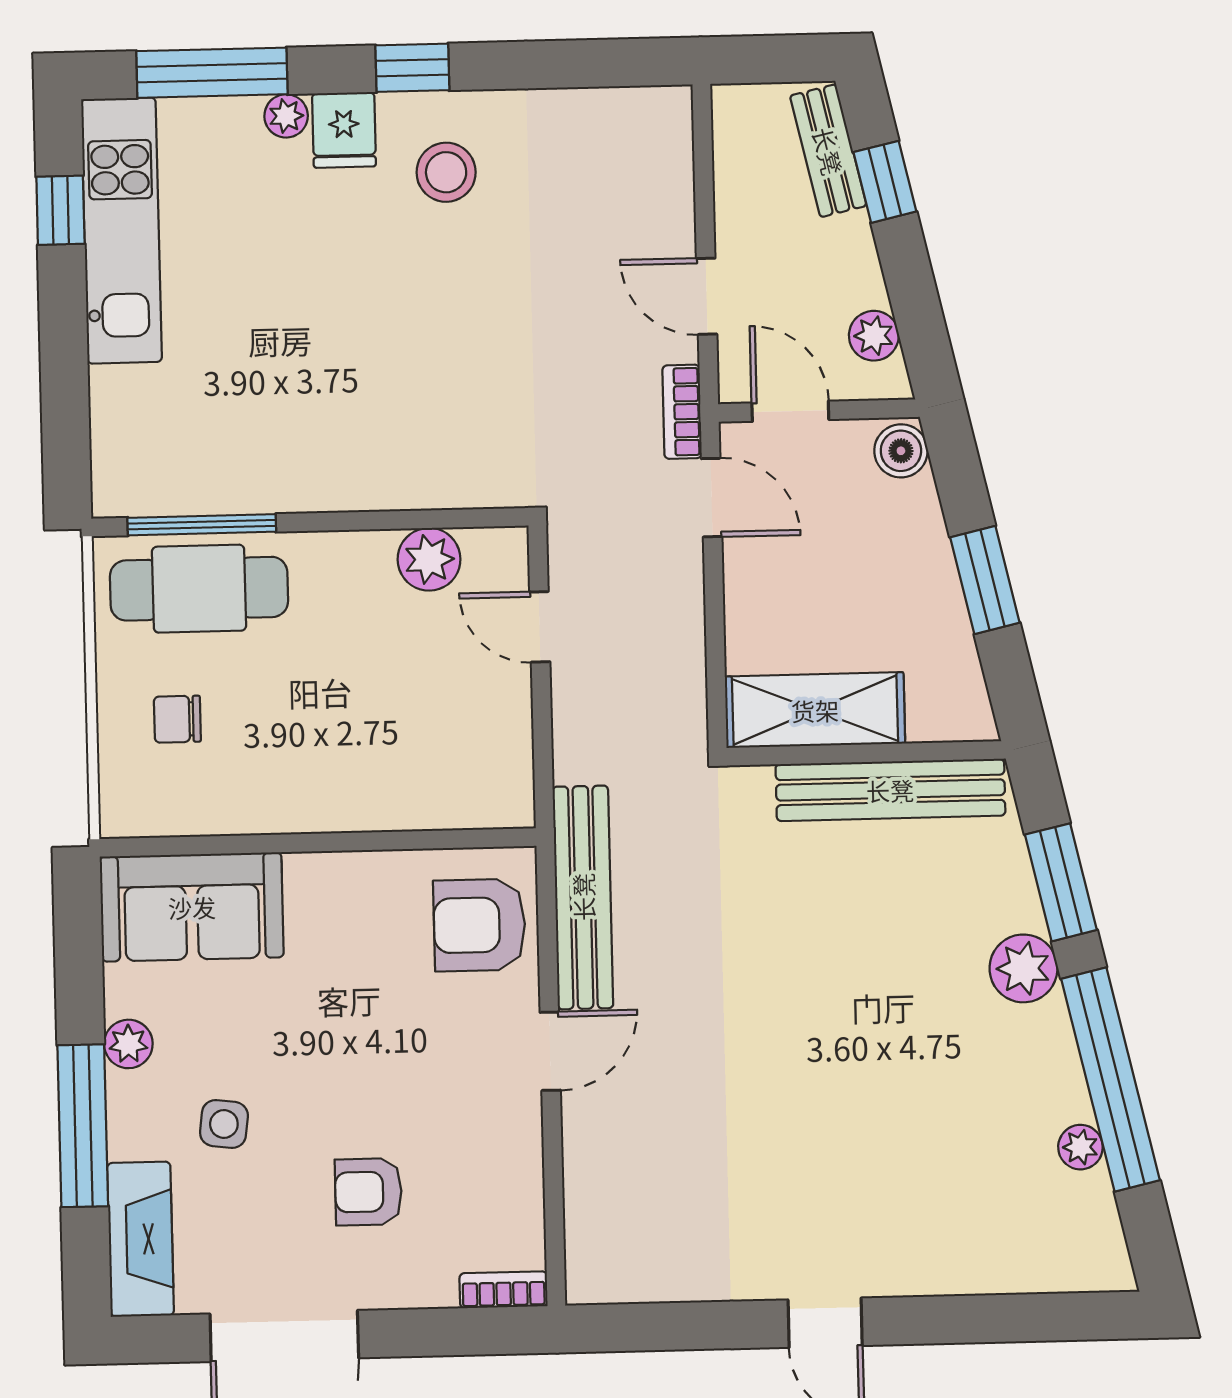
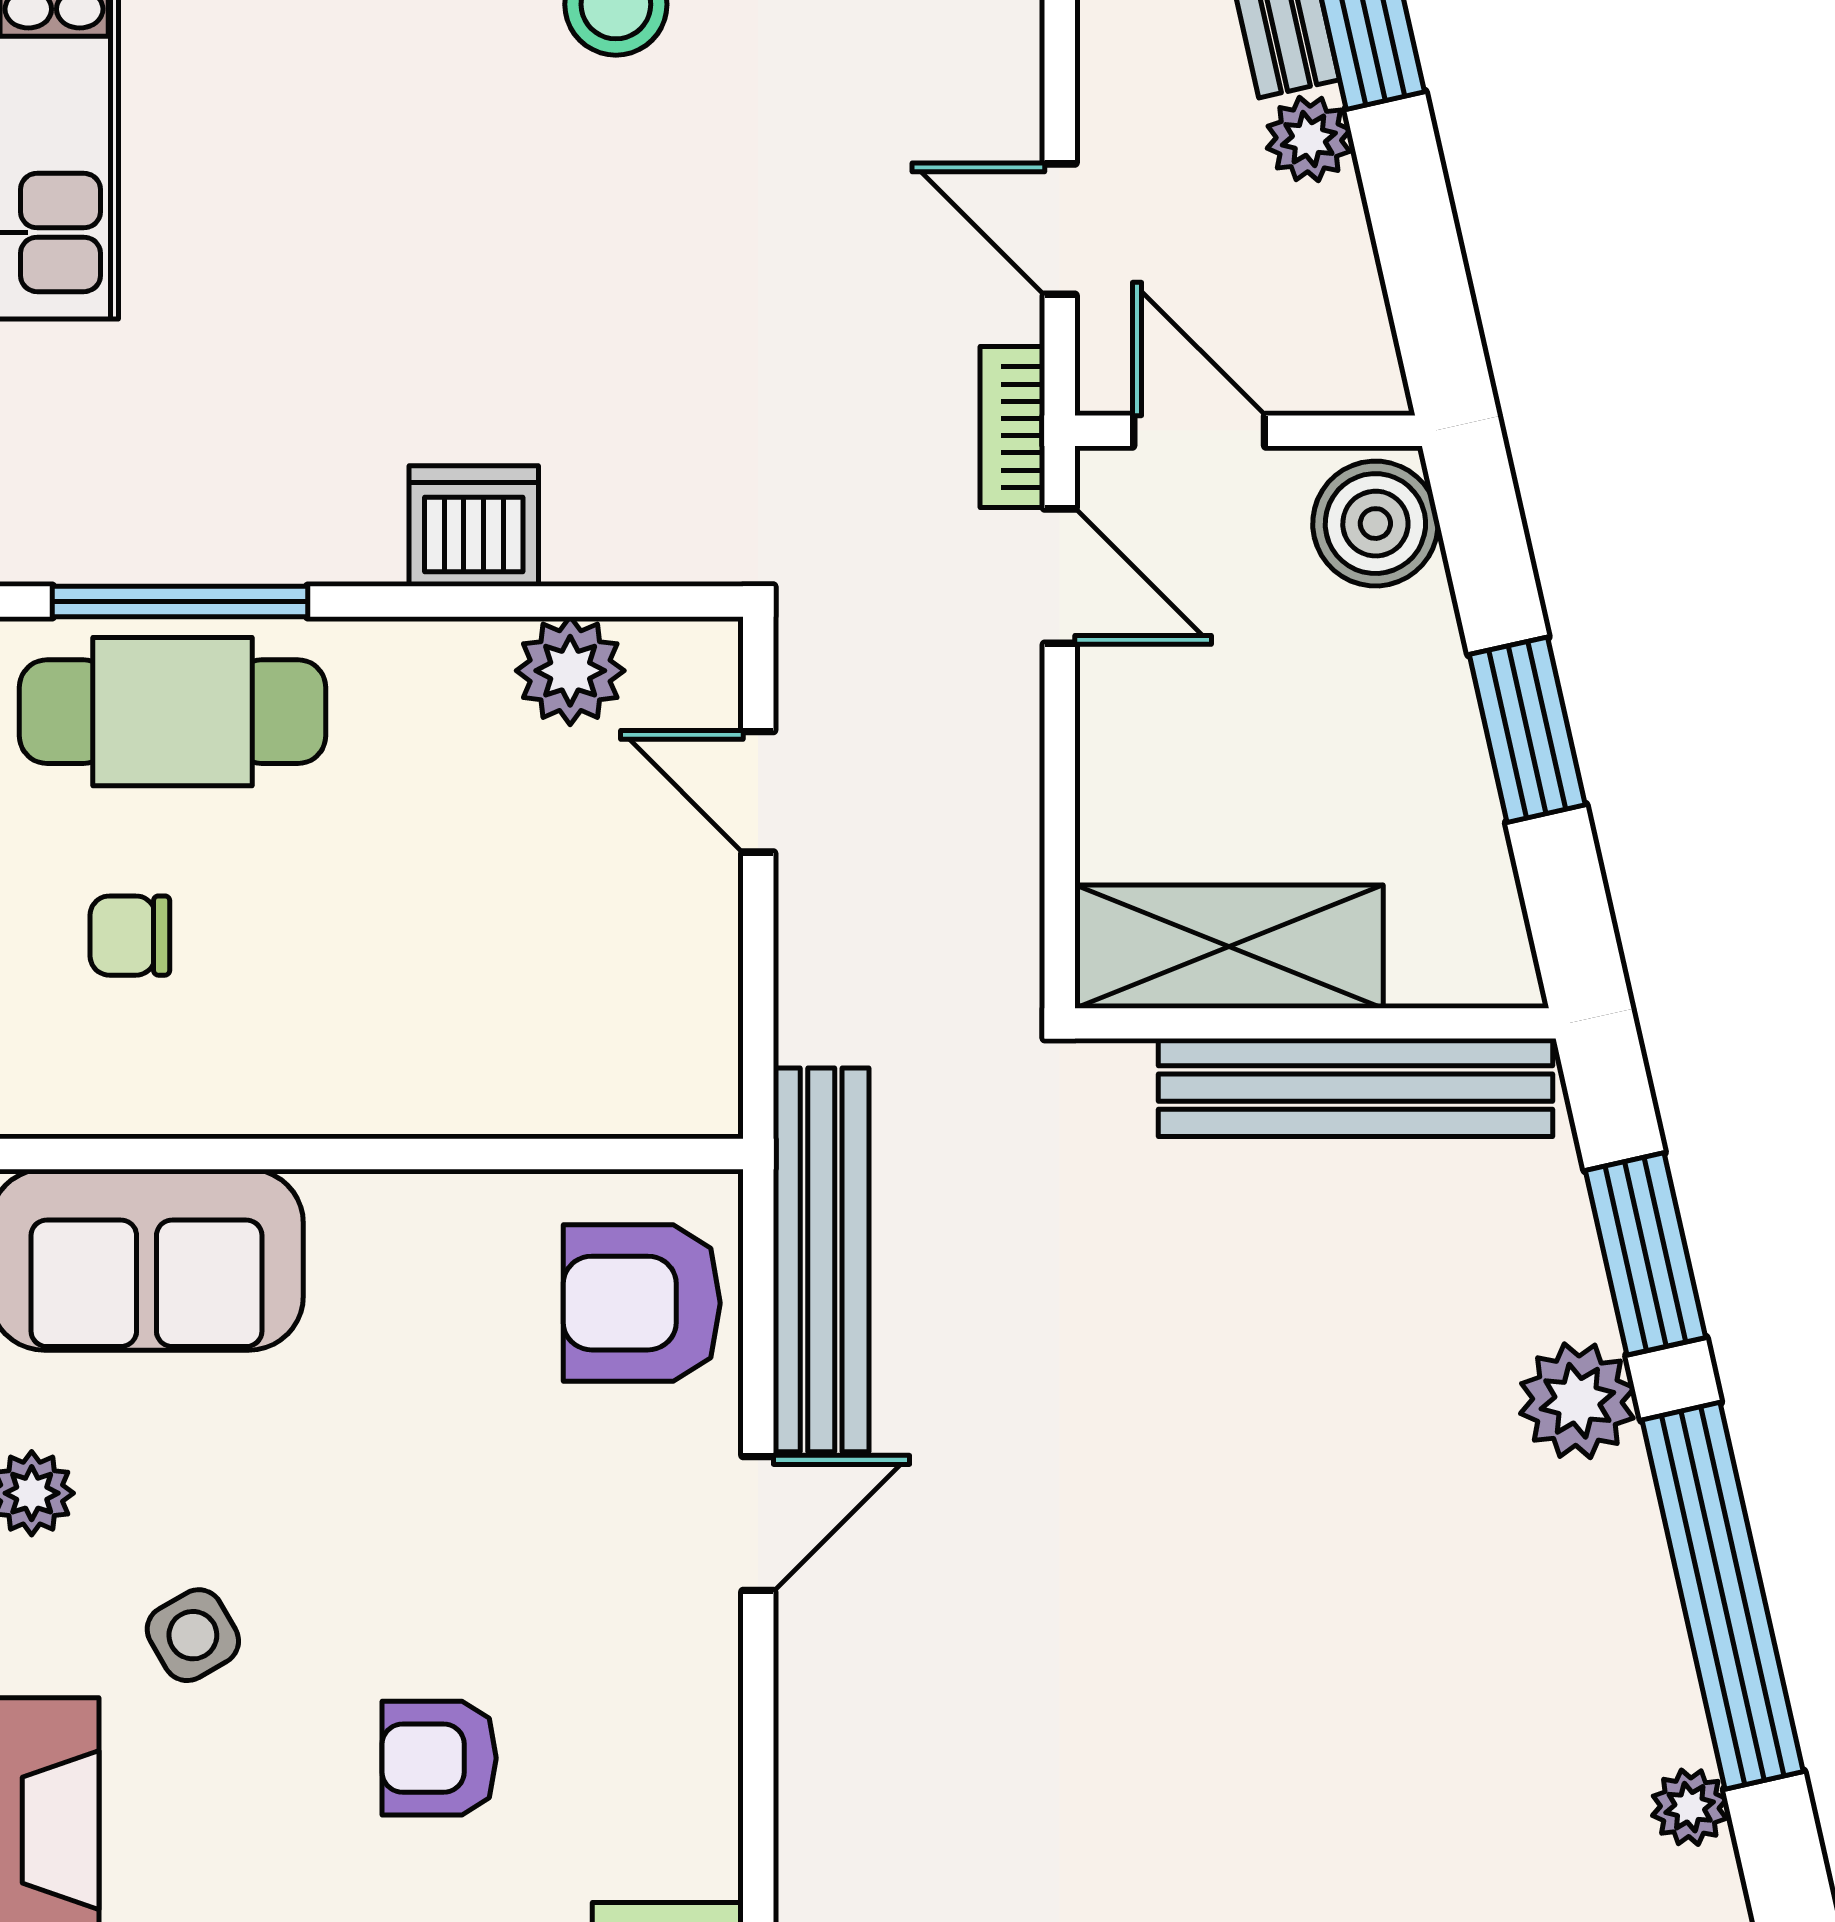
plant: (874, 336) -> (1309, 139), moved
boiler: (901, 451) -> (1375, 524), width x1.36, depth x1.36
dishwasher: (371, 477) -> (474, 526), added
side table: (224, 1124) -> (193, 1635), turned -37
plant: (1080, 1147) -> (1690, 1807), moved

